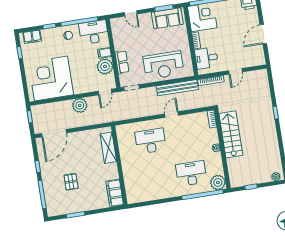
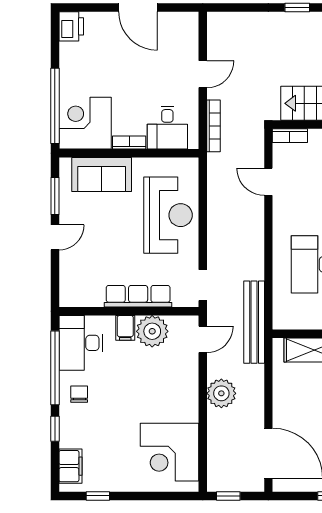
door: (131, 13) -> (55, 237), moved
sofa: (167, 18) -> (102, 174), moved, turned 90
row of seats: (122, 62) -> (138, 296), width x1.48
door: (235, 71) -> (203, 74), hinge flipped
corner desk: (51, 78) -> (170, 452), width x0.74, depth x0.74
bench: (177, 88) -> (254, 322), moved
door: (105, 92) -> (203, 339), hinge flipped
door: (172, 115) -> (268, 182), moved

